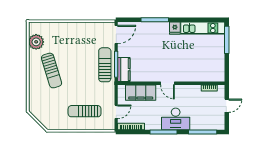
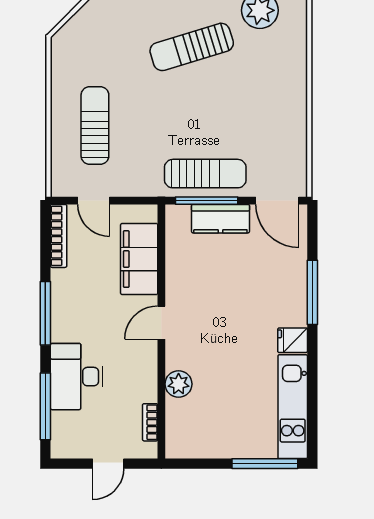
kitchen counter: (124, 70) -> (220, 219), moved
plant: (193, 76) -> (179, 384), added
door: (227, 106) -> (108, 464), hinge flipped
desk: (176, 119) -> (76, 377), moved

